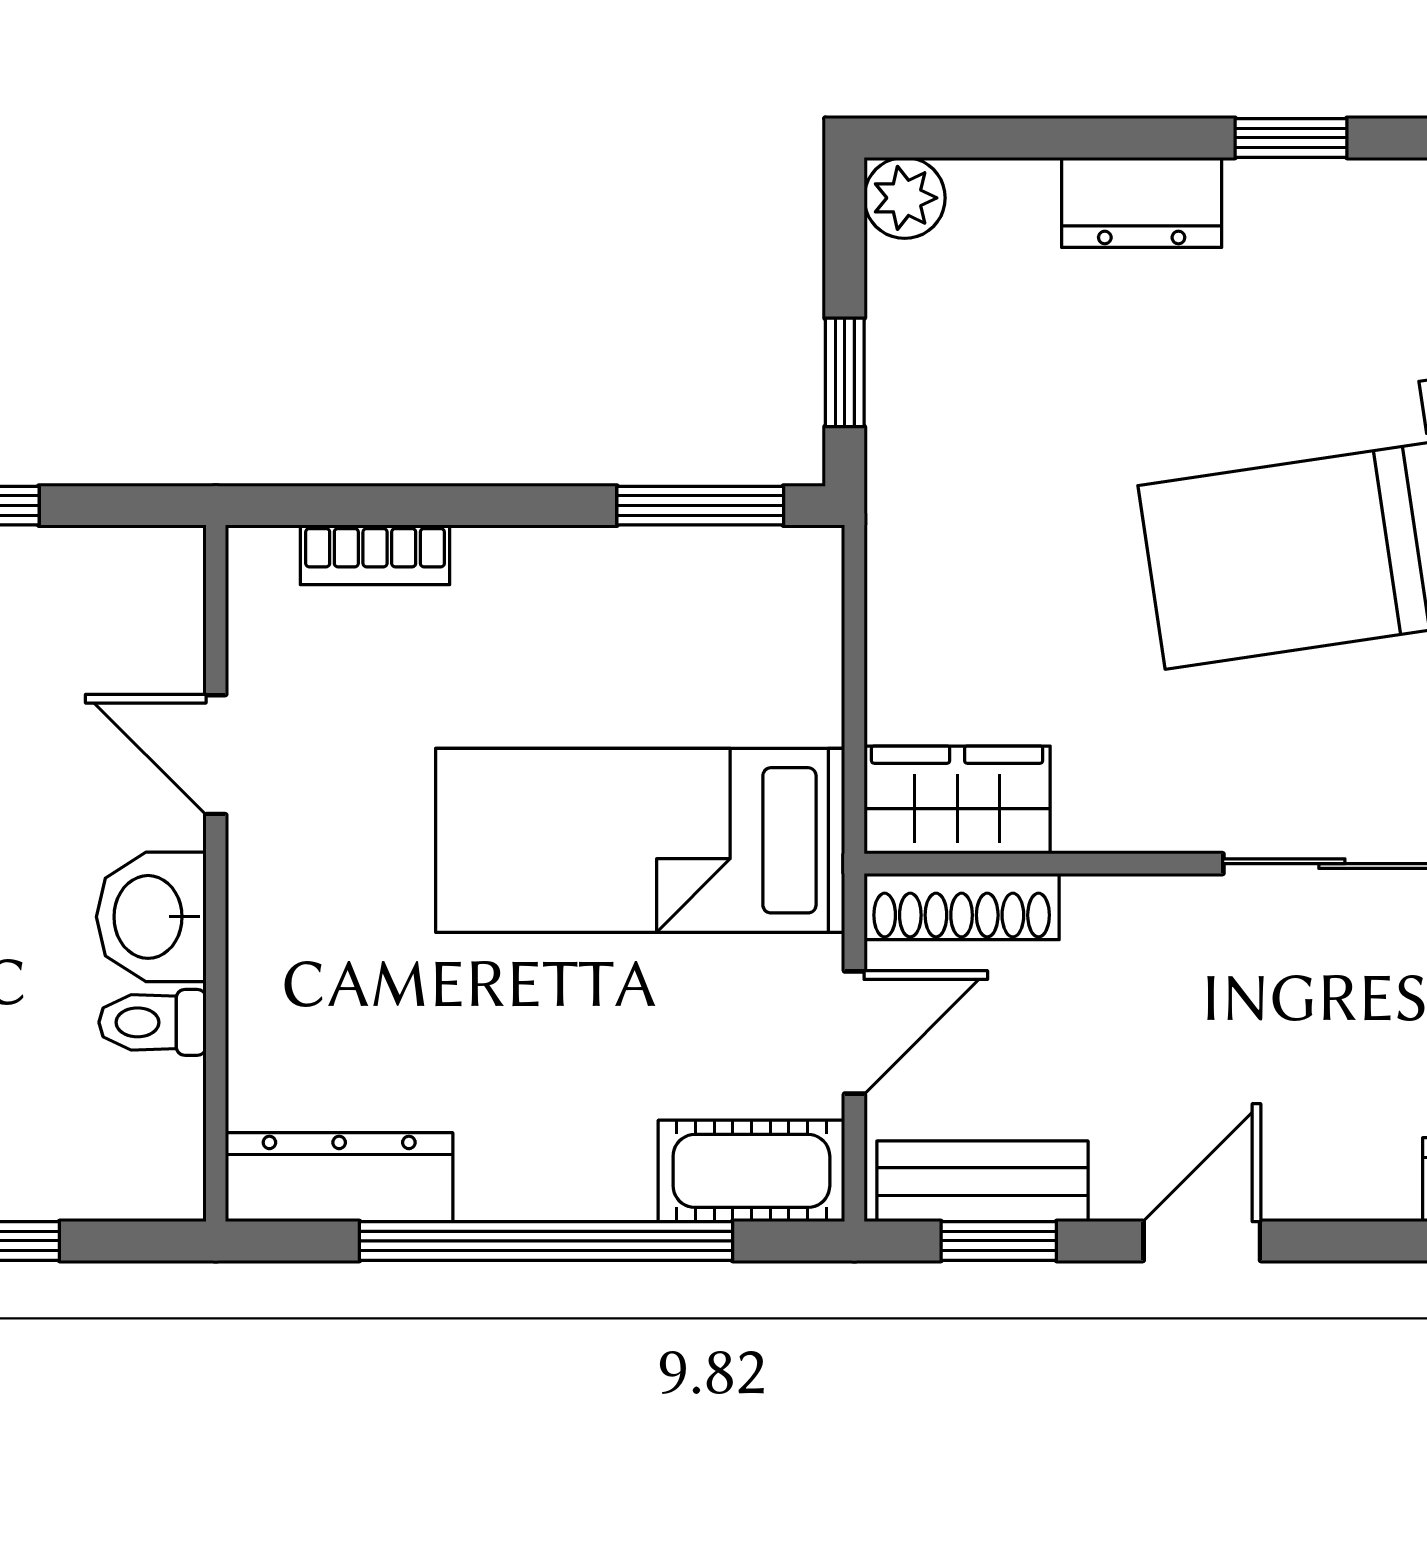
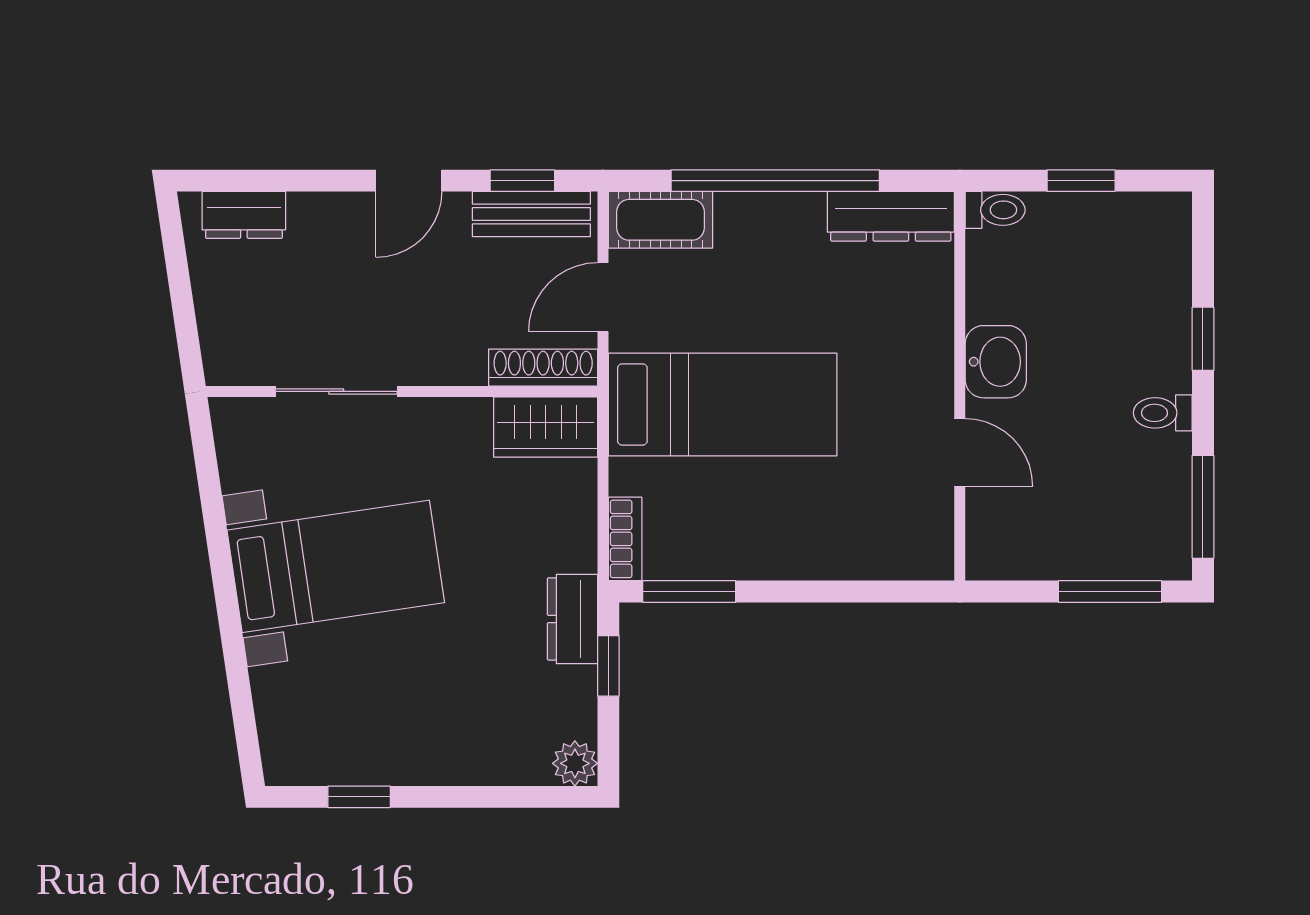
dresser: (1142, 202) -> (572, 619), moved, turned -90
bookcase: (375, 555) -> (625, 539), moved, turned 90
toilet: (152, 1022) -> (995, 210), moved

